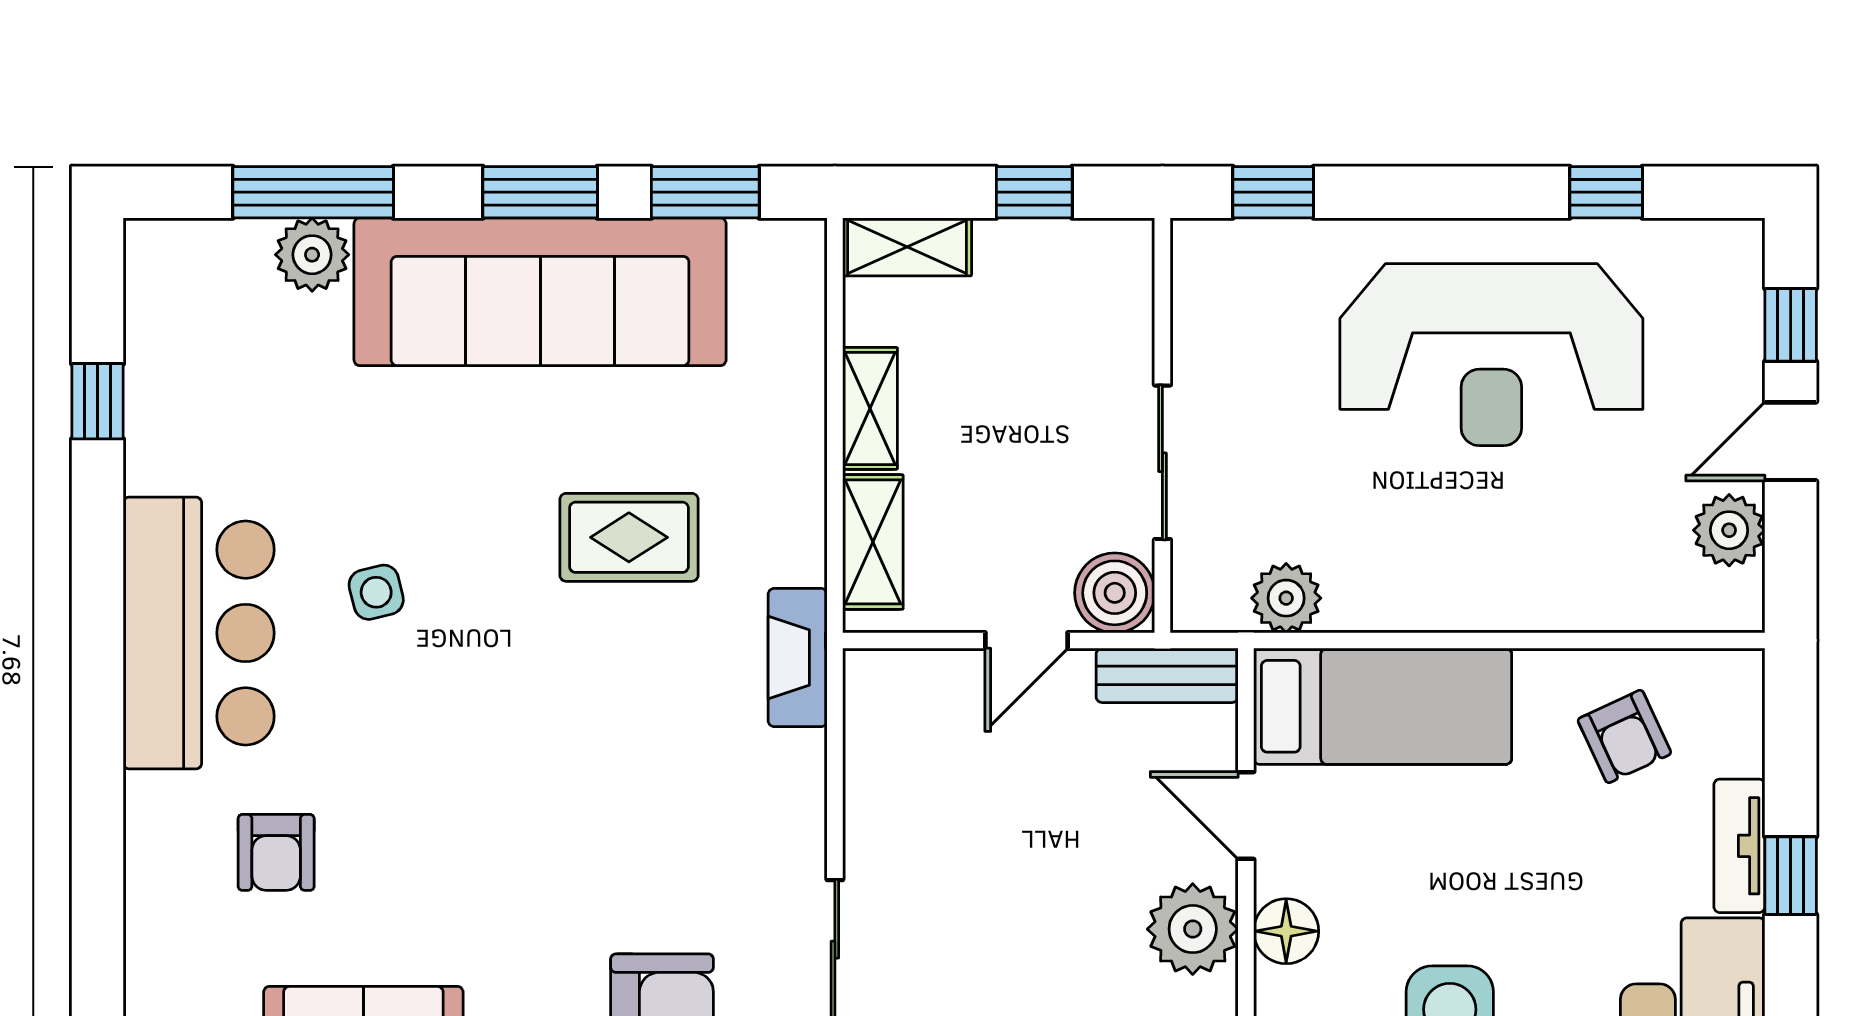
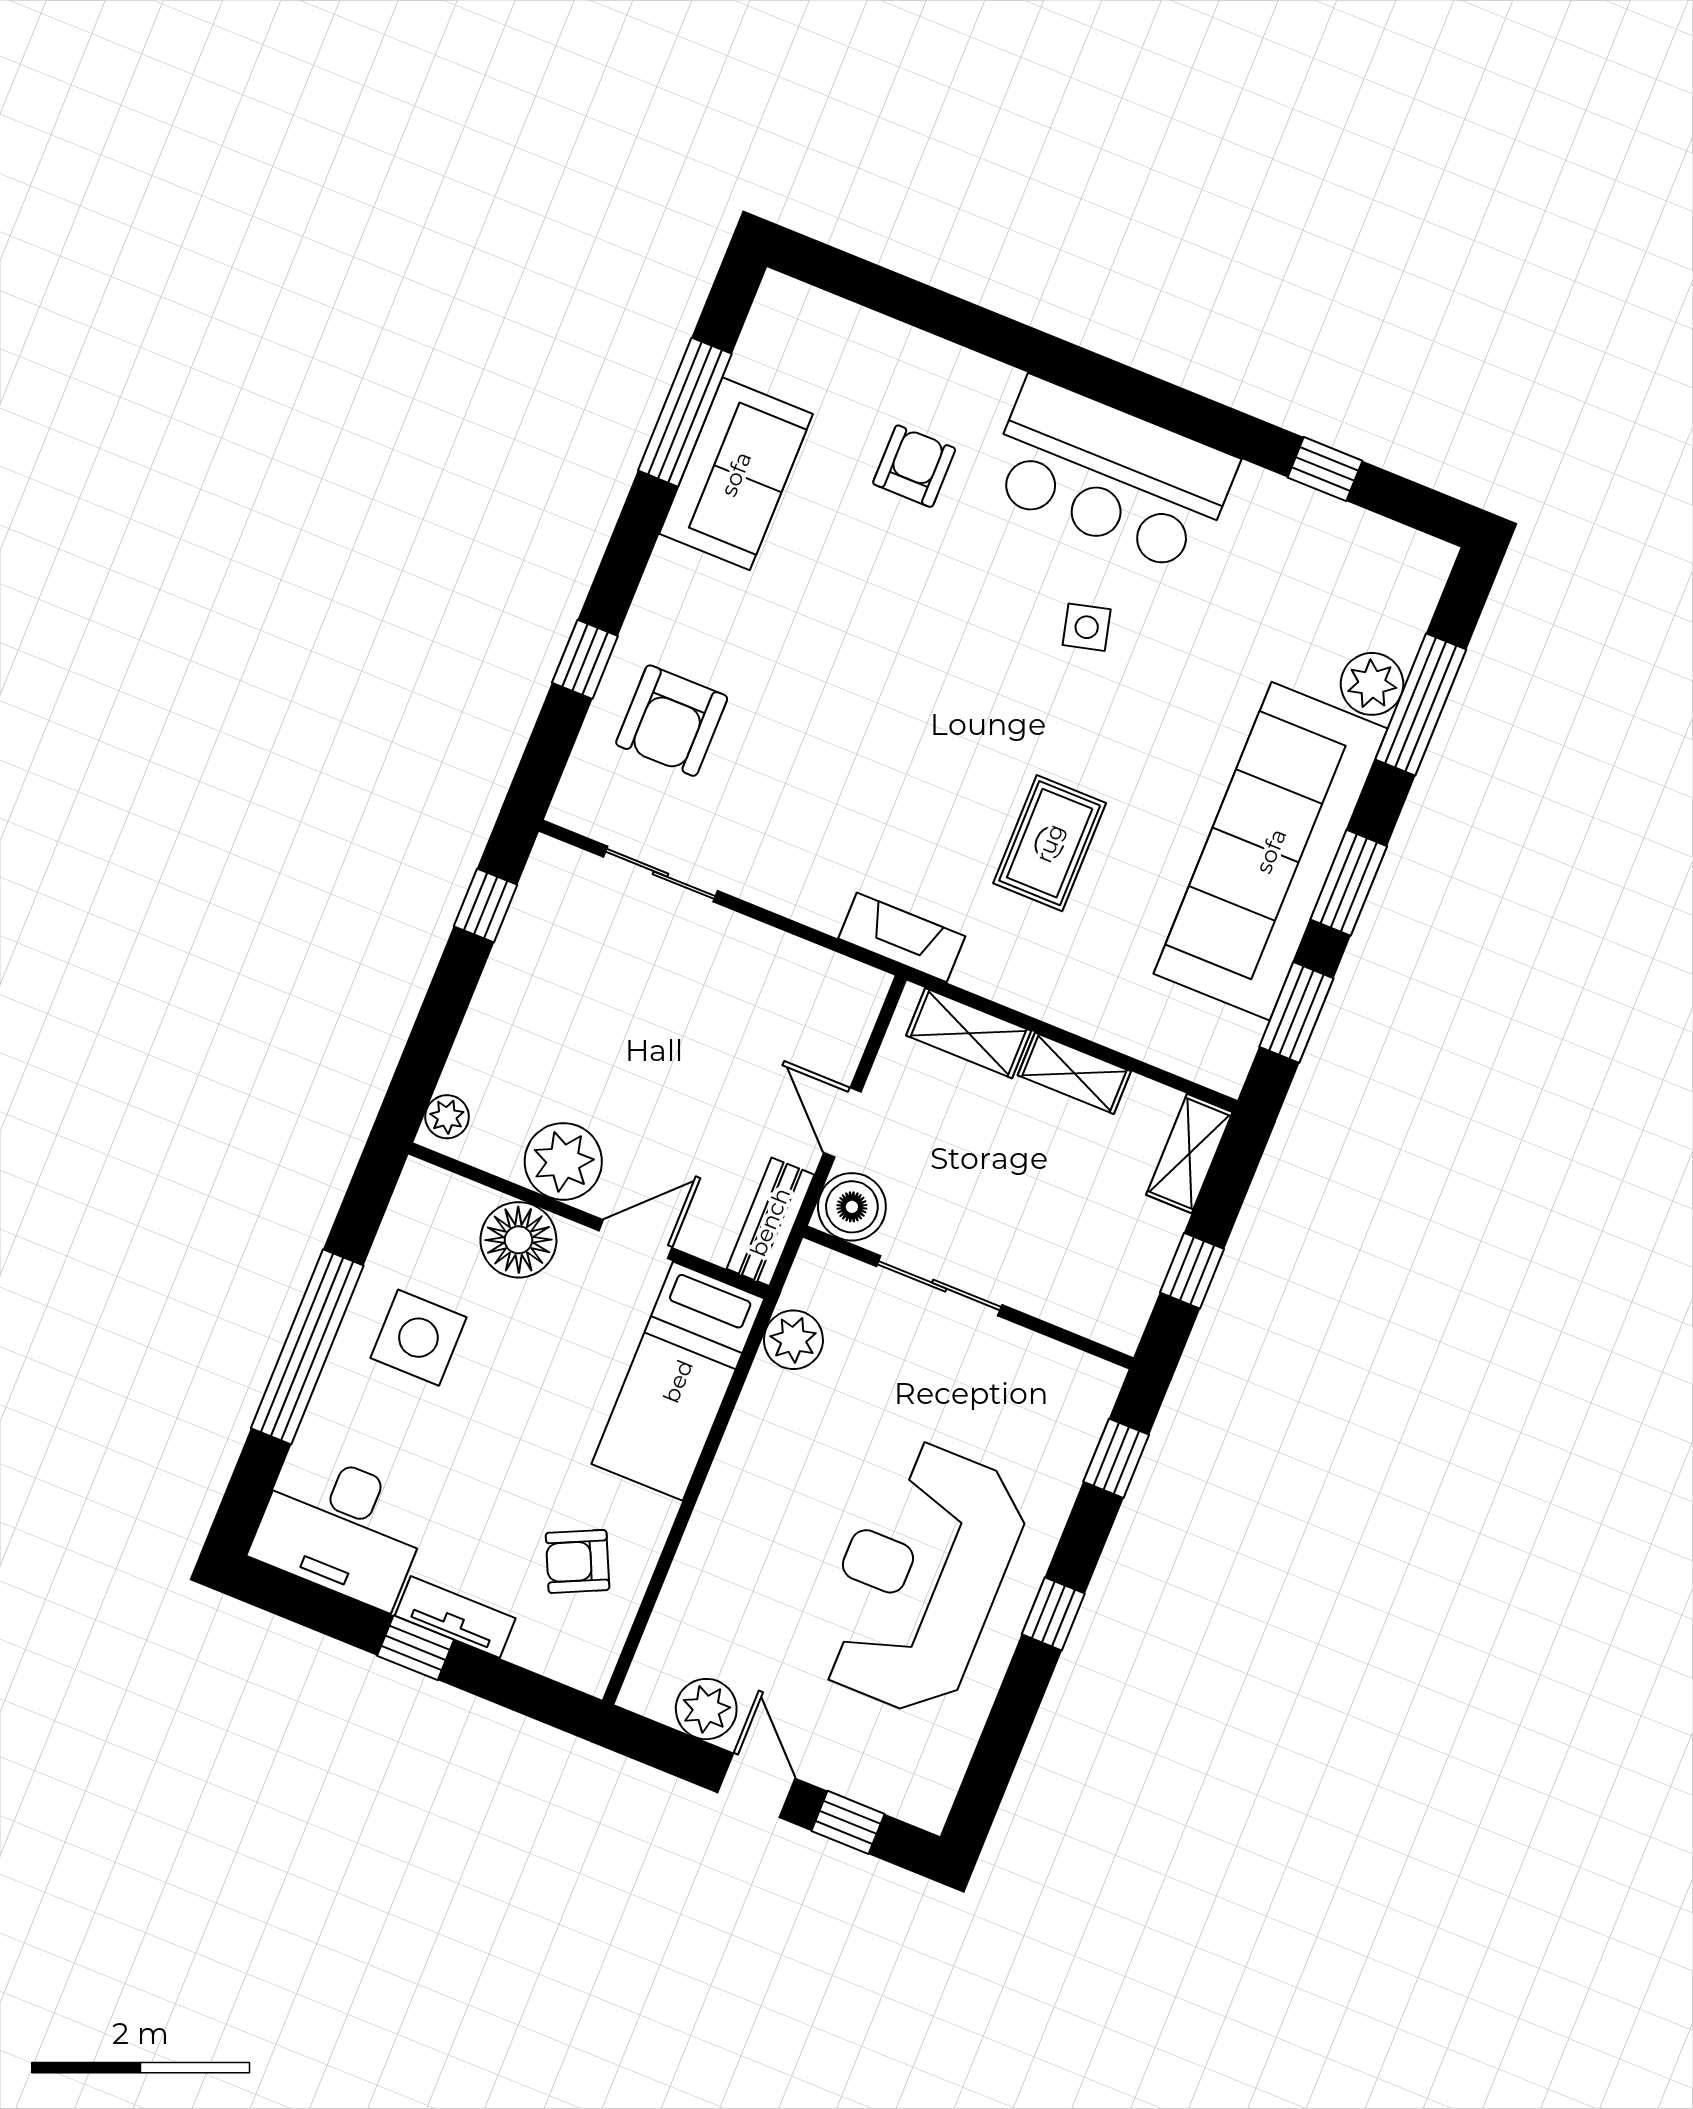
window: (1606, 192) -> (1053, 1614), moved
armchair: (276, 852) -> (914, 466), turned 90
floor lamp: (1286, 931) -> (518, 1240), width x1.38, depth x1.38

